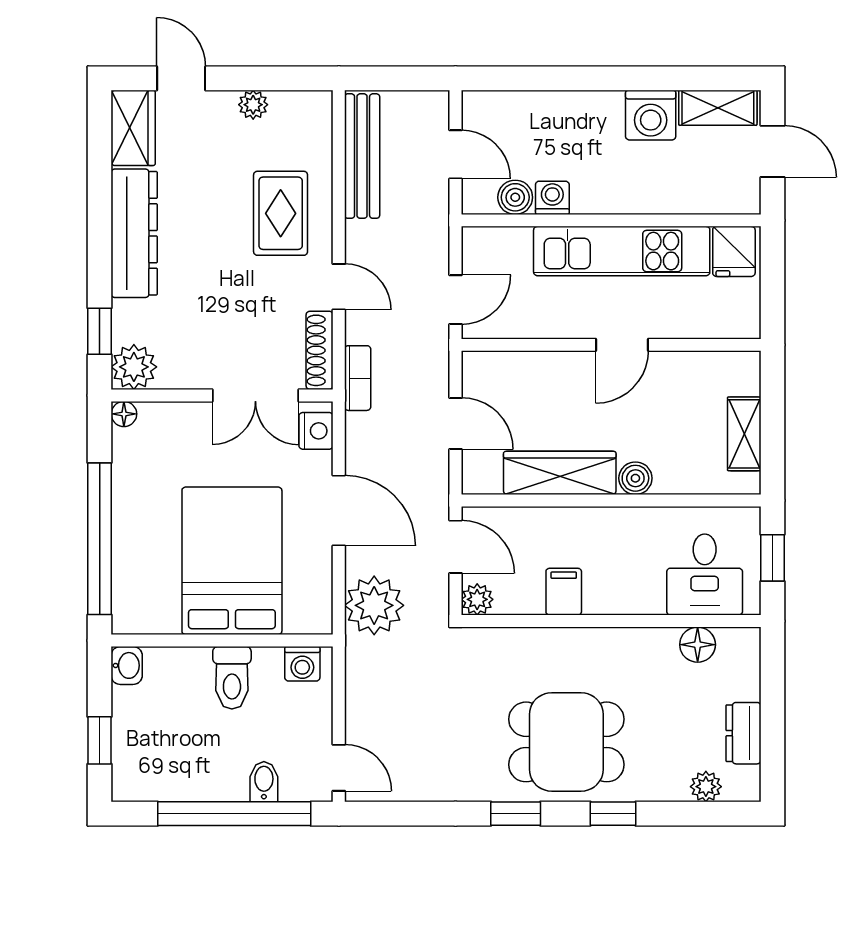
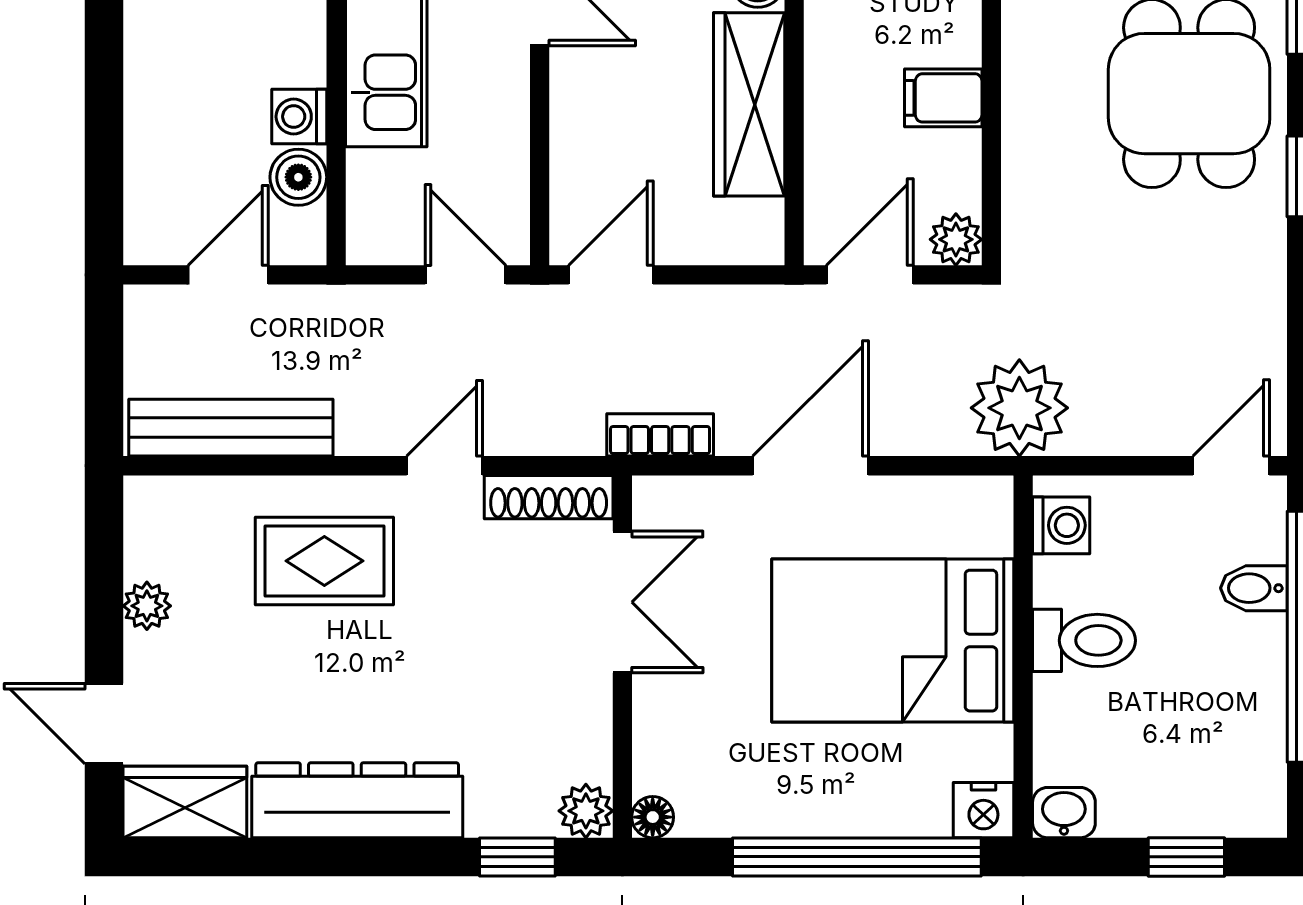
door: (181, 78) -> (104, 724), hinge flipped
plant: (134, 367) -> (586, 811), width x0.73, depth x0.73
bookcase: (358, 378) -> (660, 435), moved
door: (455, 423) -> (611, 275), moved
nightstand: (316, 431) -> (983, 810), moved, turned 180
plant: (374, 605) -> (1019, 408), moved

